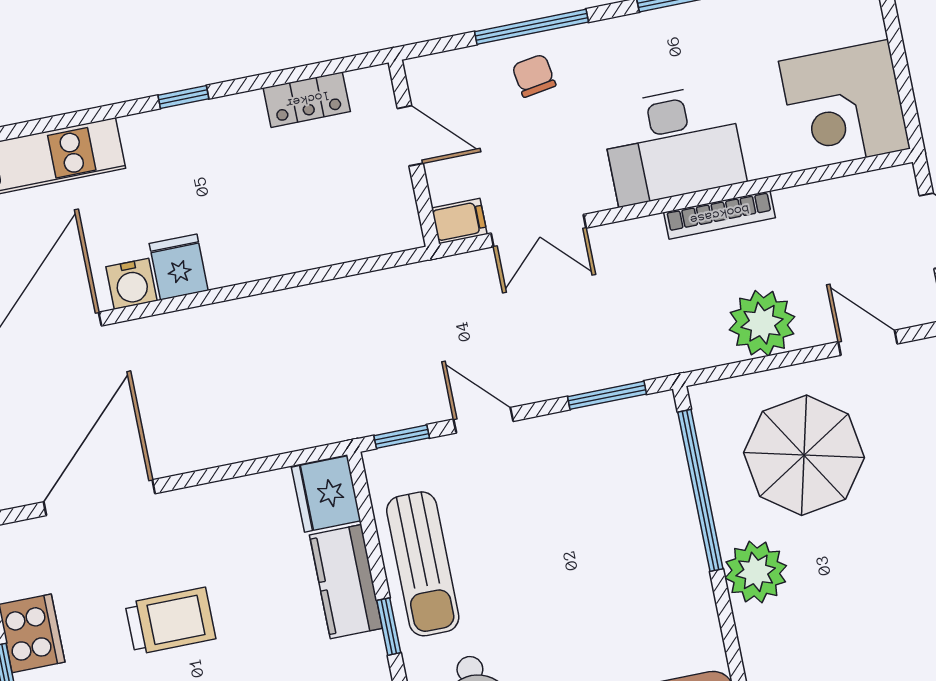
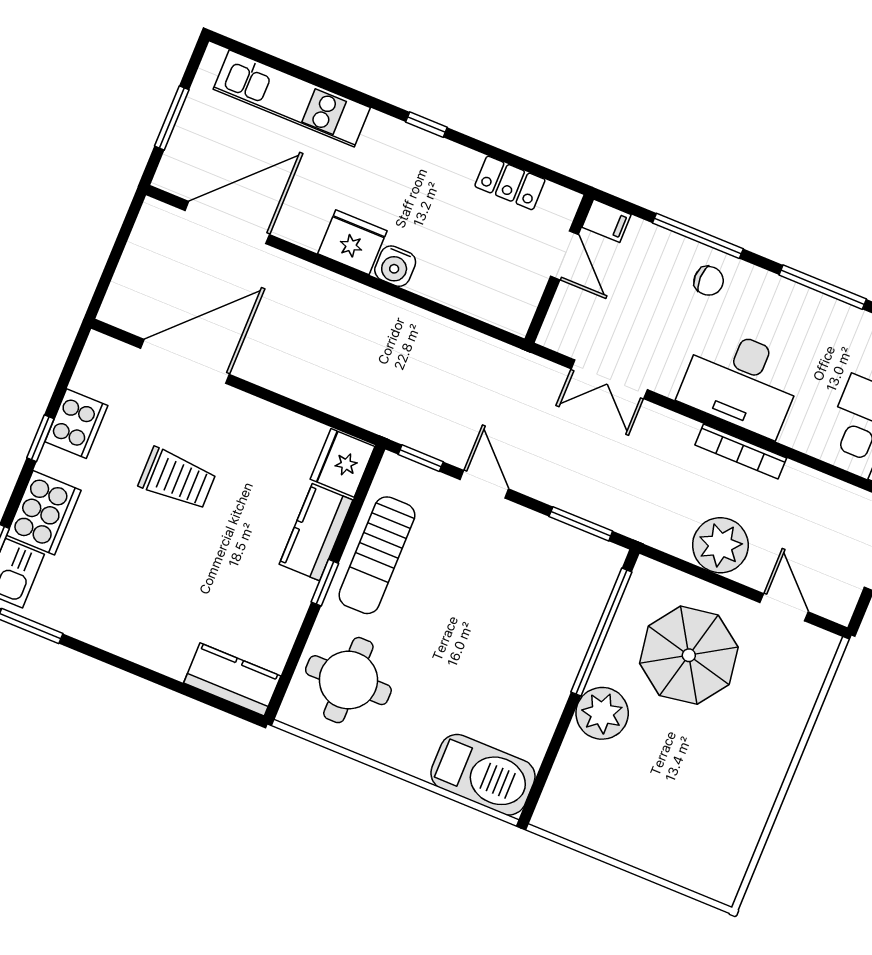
chair: (534, 76) -> (709, 281), moved, turned 99
filing cabinet: (459, 221) -> (607, 221), moved
fridge: (179, 267) -> (352, 242), width x1.38
water cooler: (132, 284) -> (395, 266), moved

